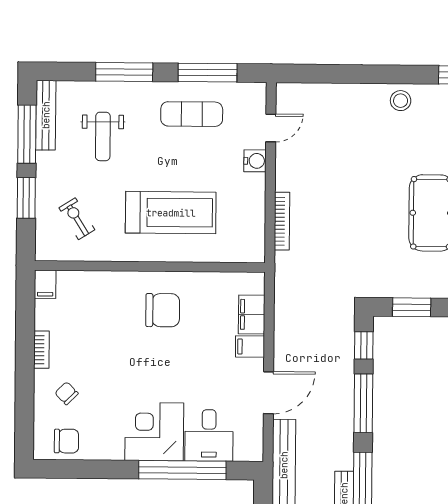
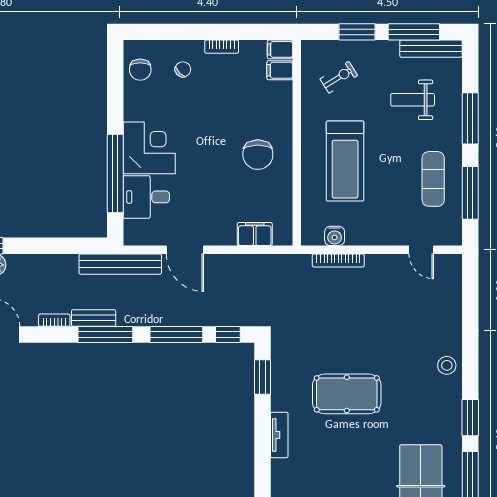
water cooler: (255, 161) -> (335, 236), moved
filing cabinet: (250, 347) -> (280, 70), moved, turned -90

